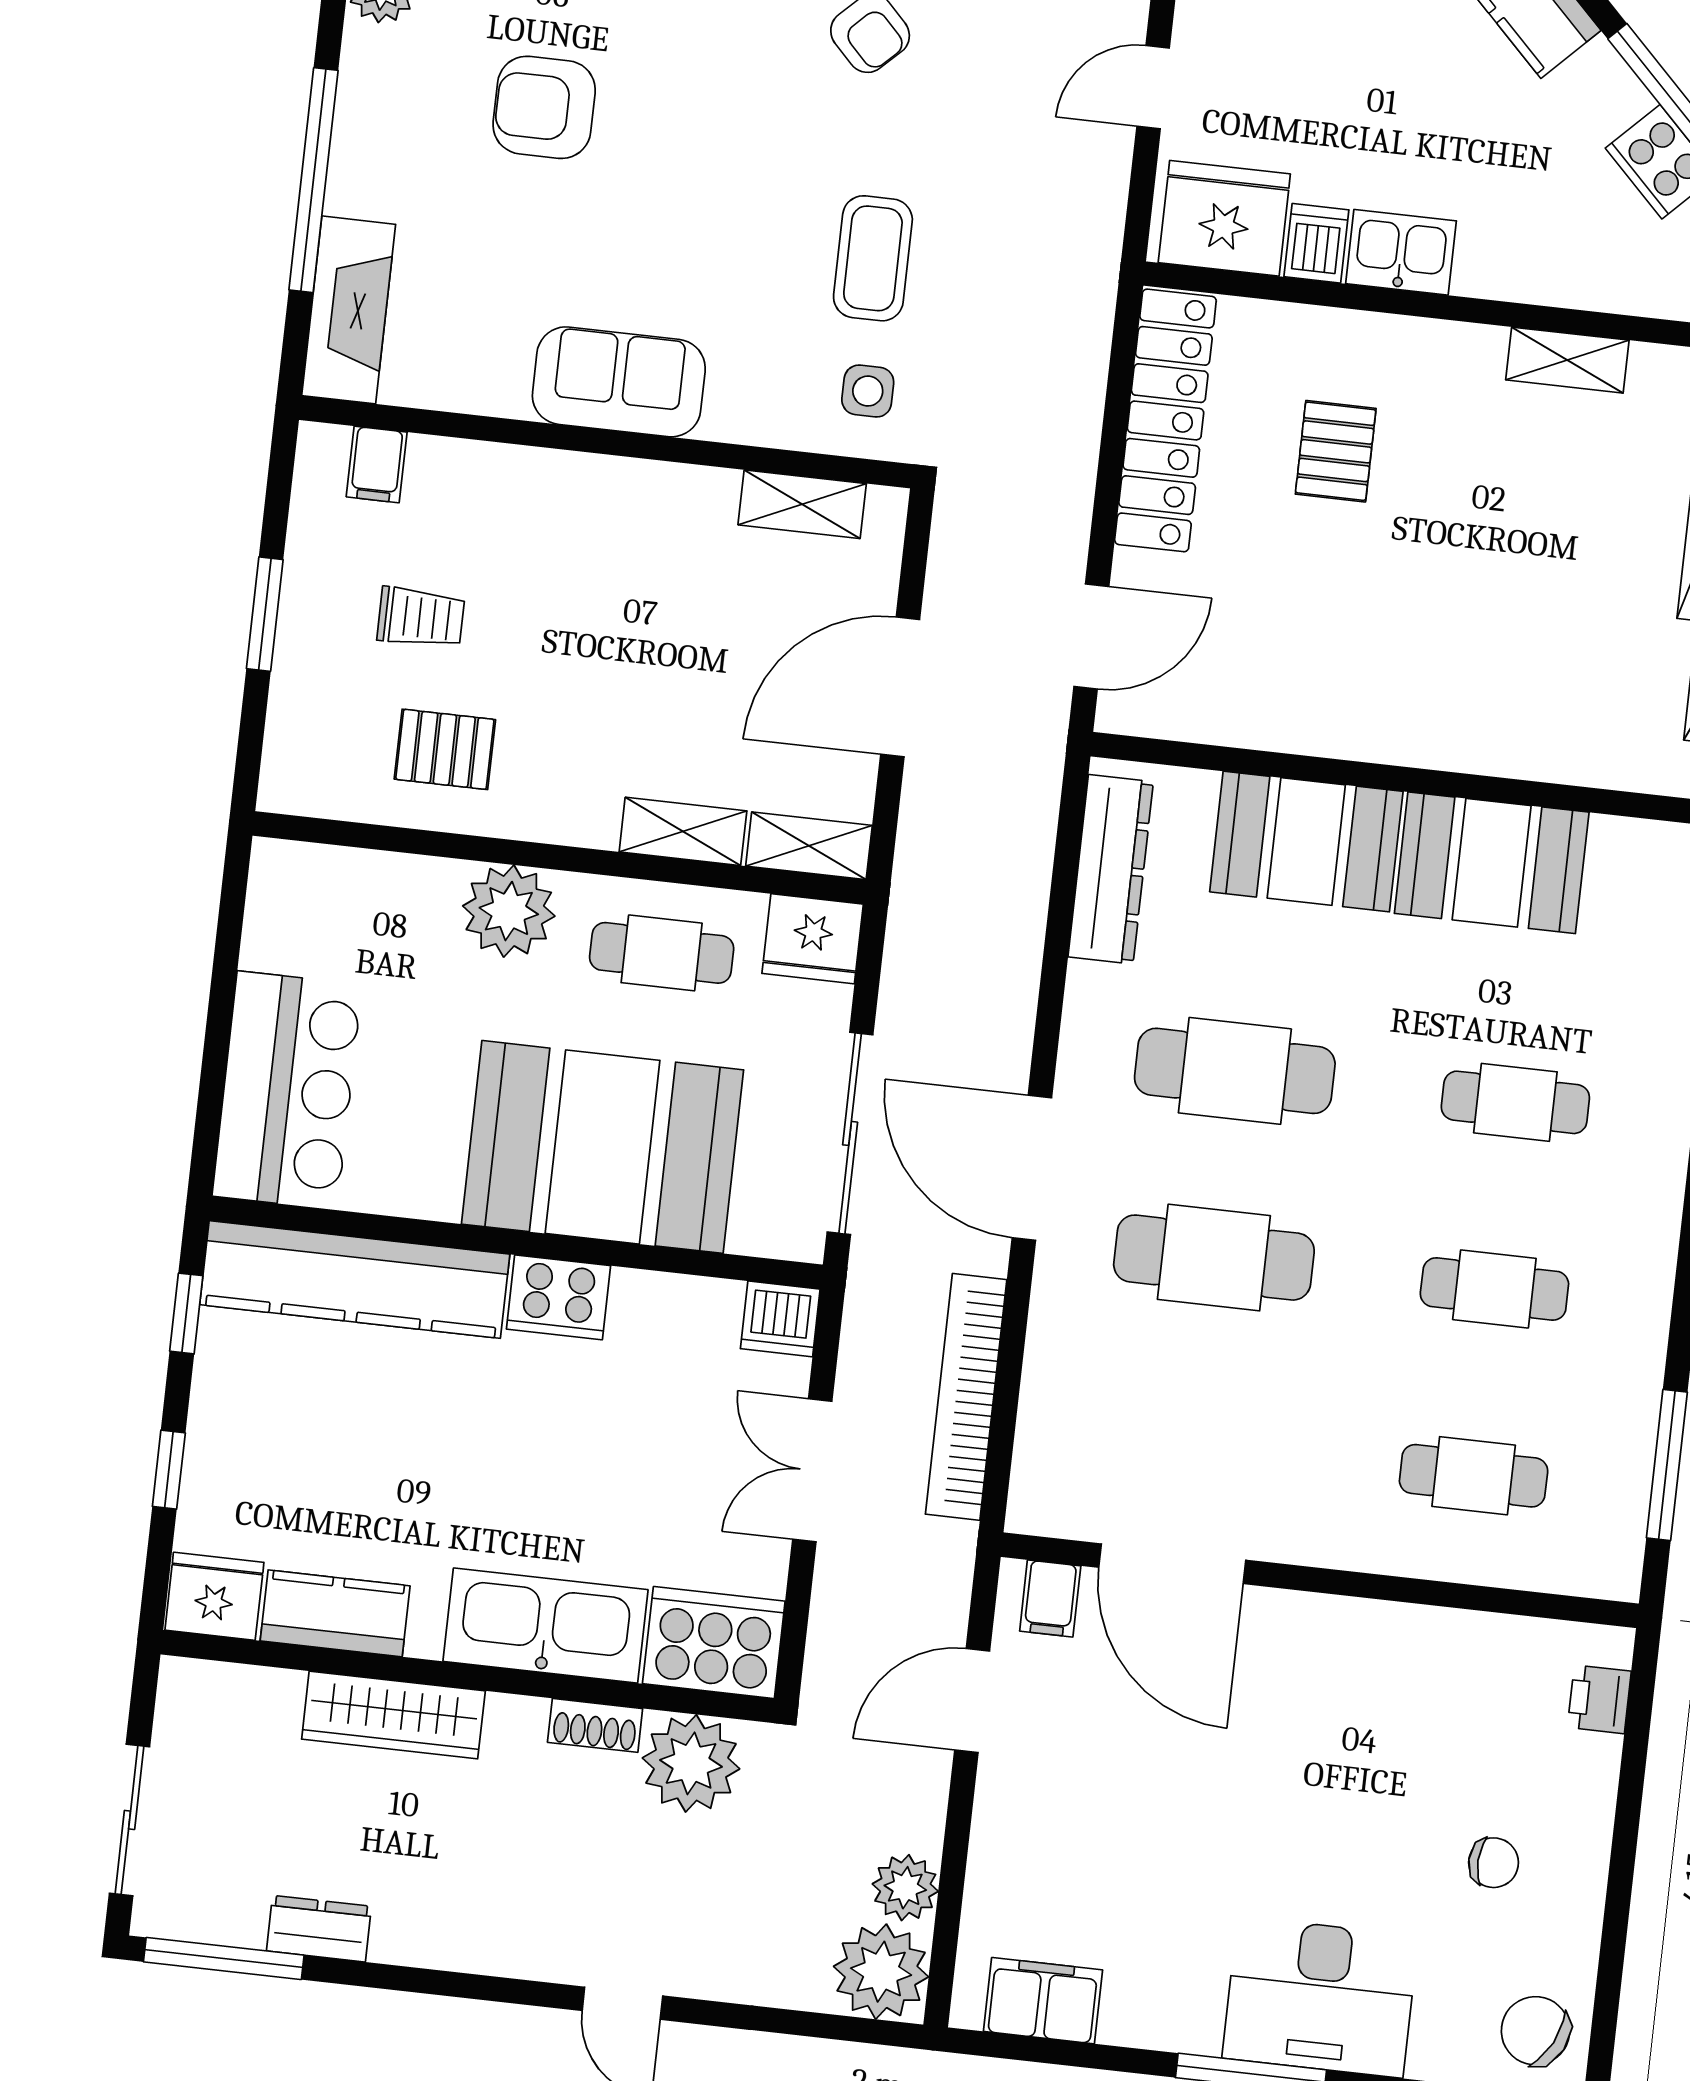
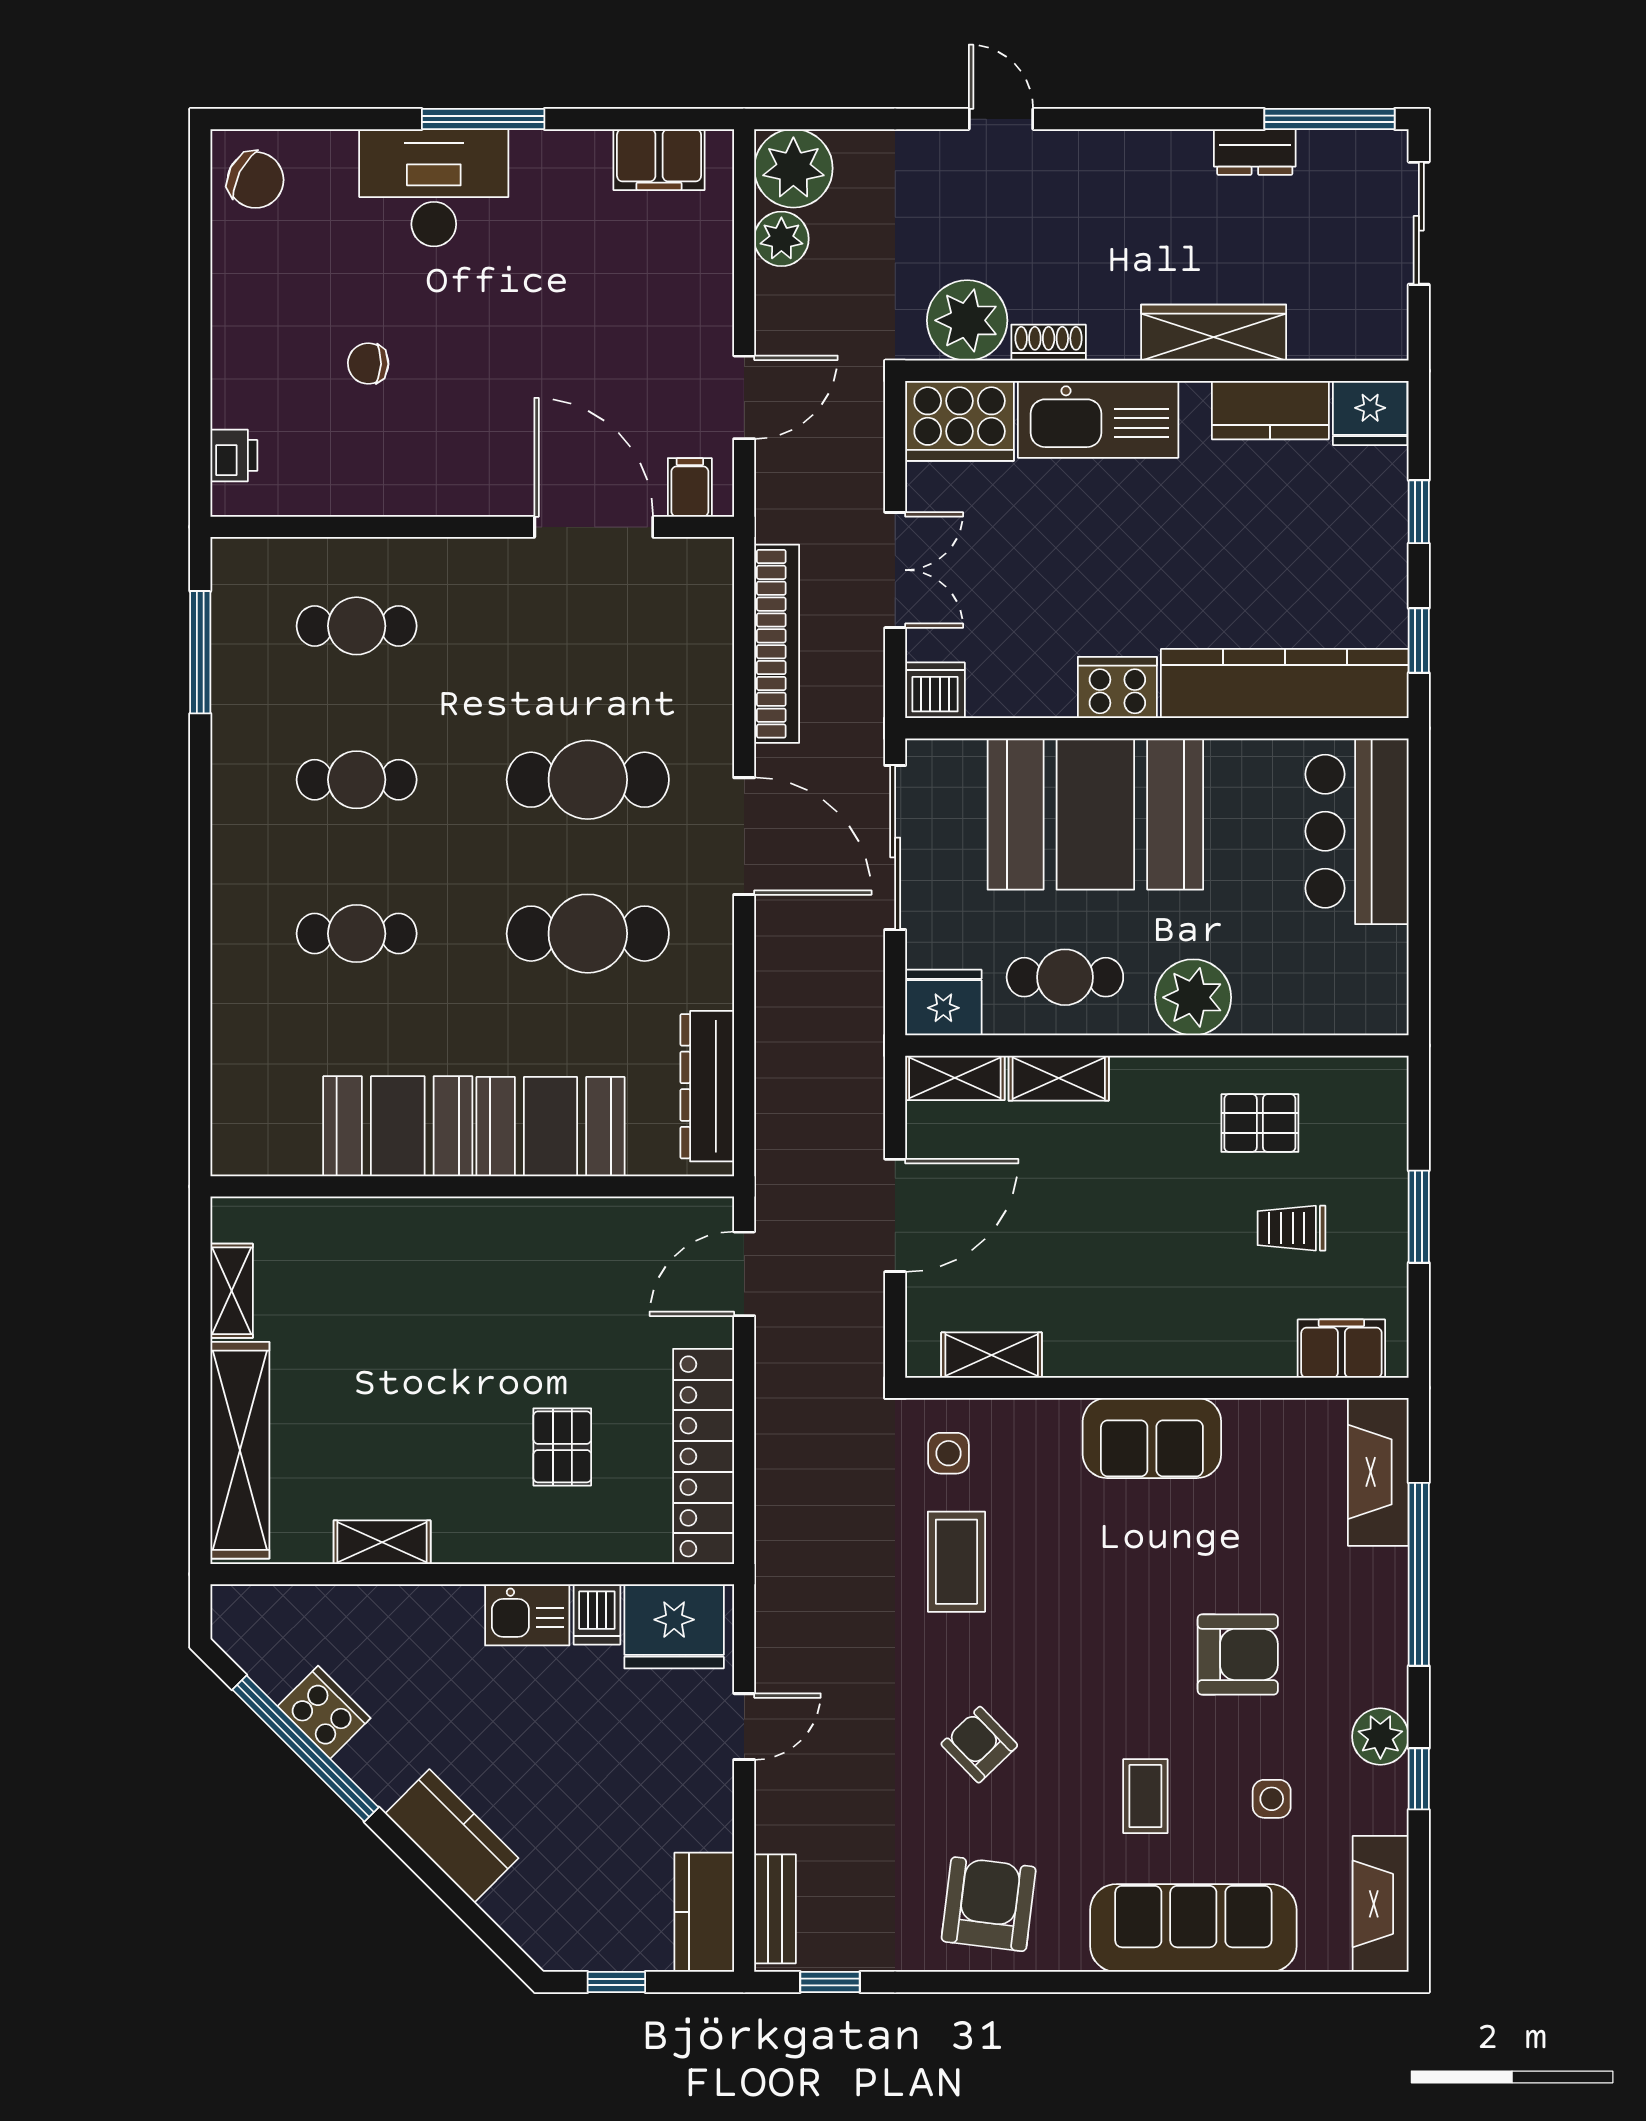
filing cabinet: (377, 464) -> (1341, 1349), width x2.00
chair: (1494, 1863) -> (368, 364), moved

